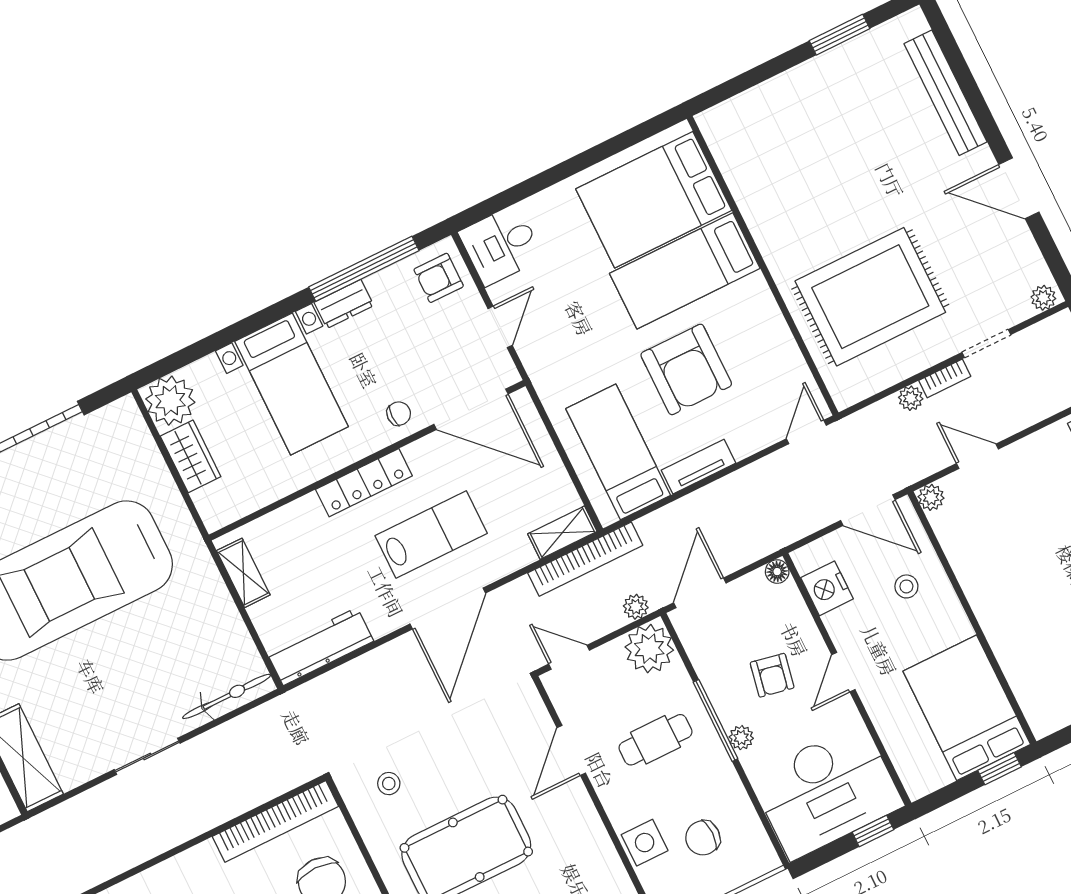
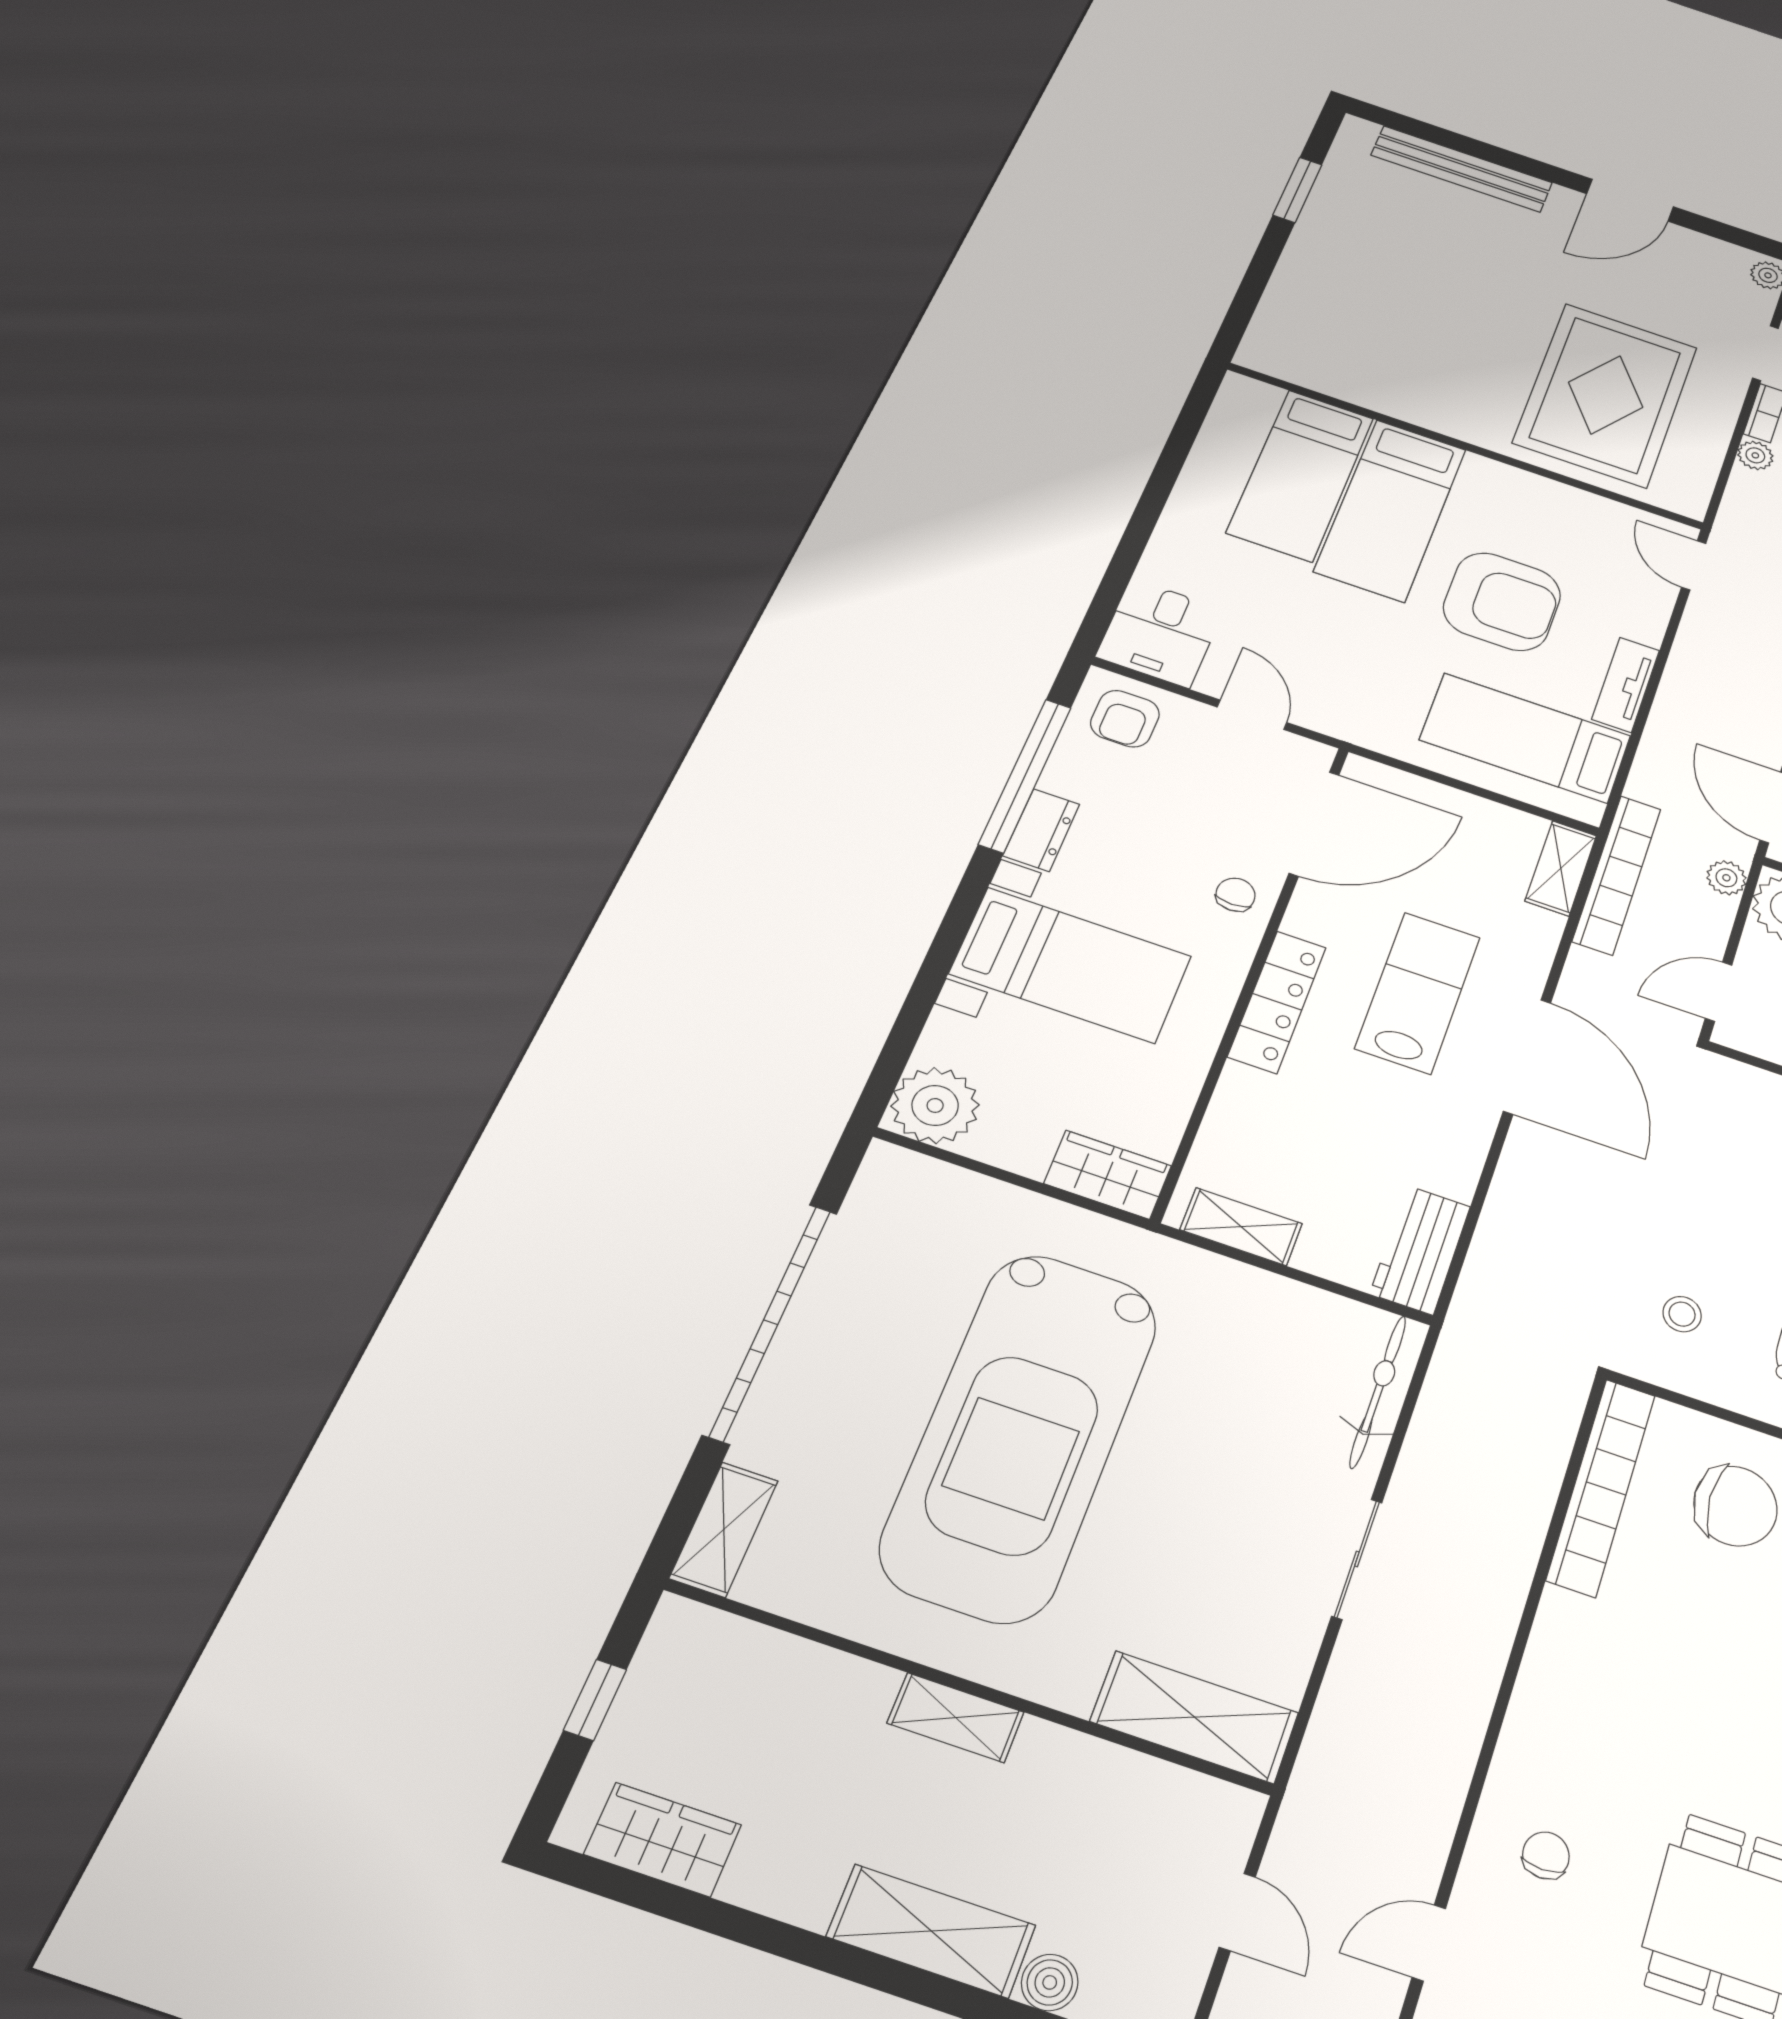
bed: (654, 200) -> (1301, 475), width x0.67
wardrobe: (191, 456) -> (1108, 1175), moved
workbench: (320, 646) -> (1420, 1250), width x0.73

